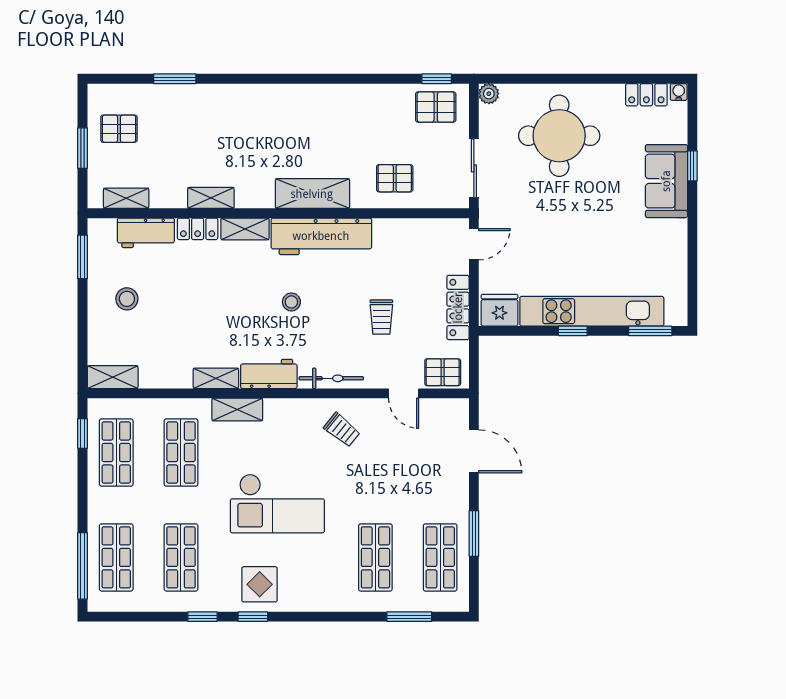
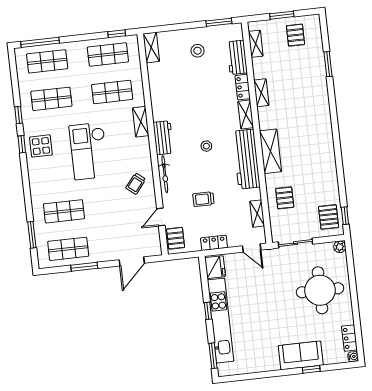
locker: (458, 308) -> (214, 243), width x0.66
shelving: (216, 378) -> (257, 214), moved

